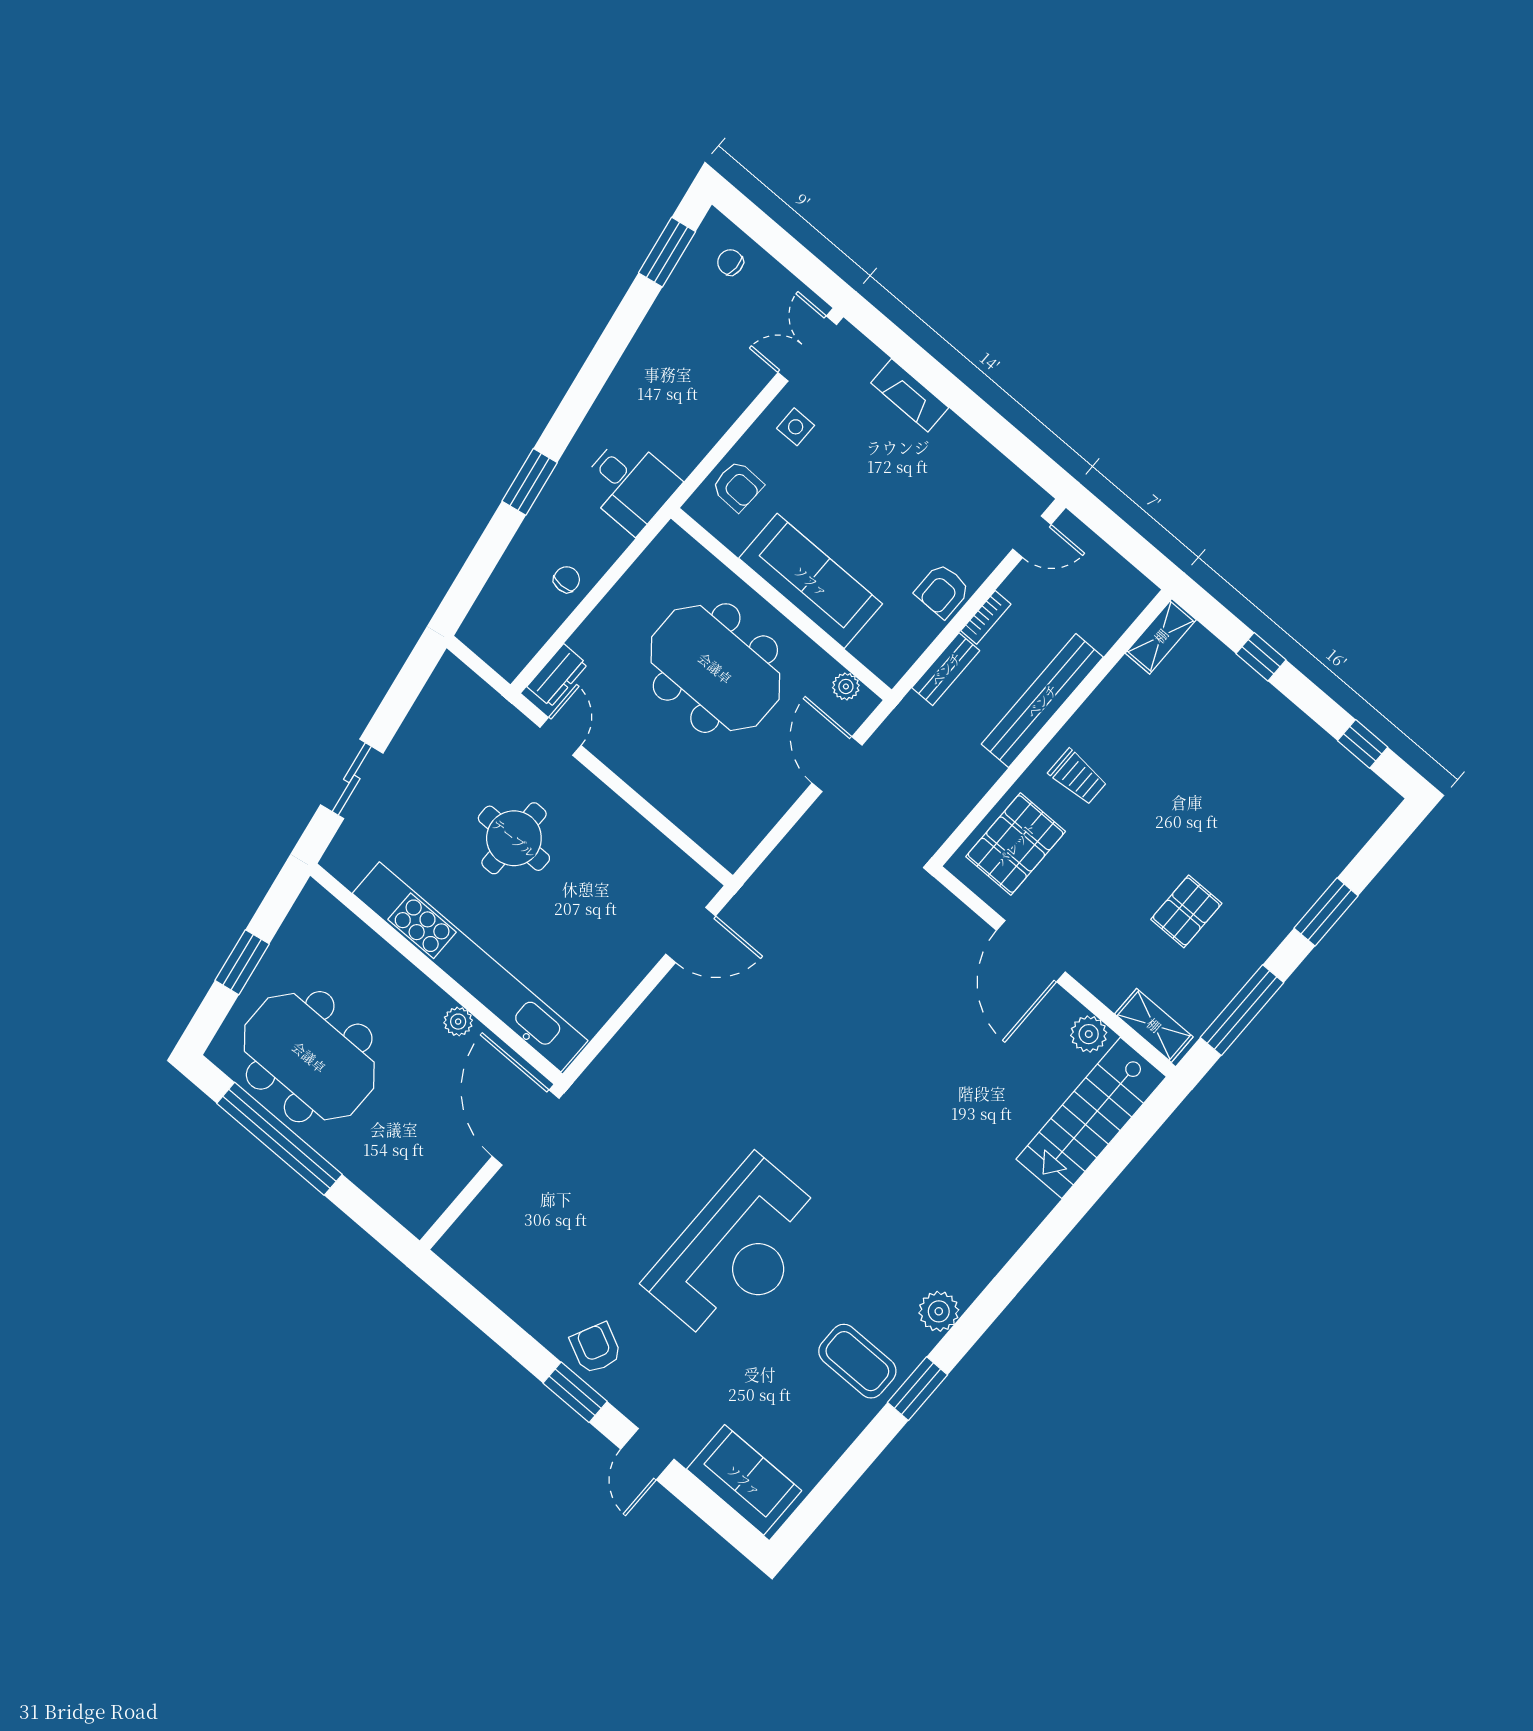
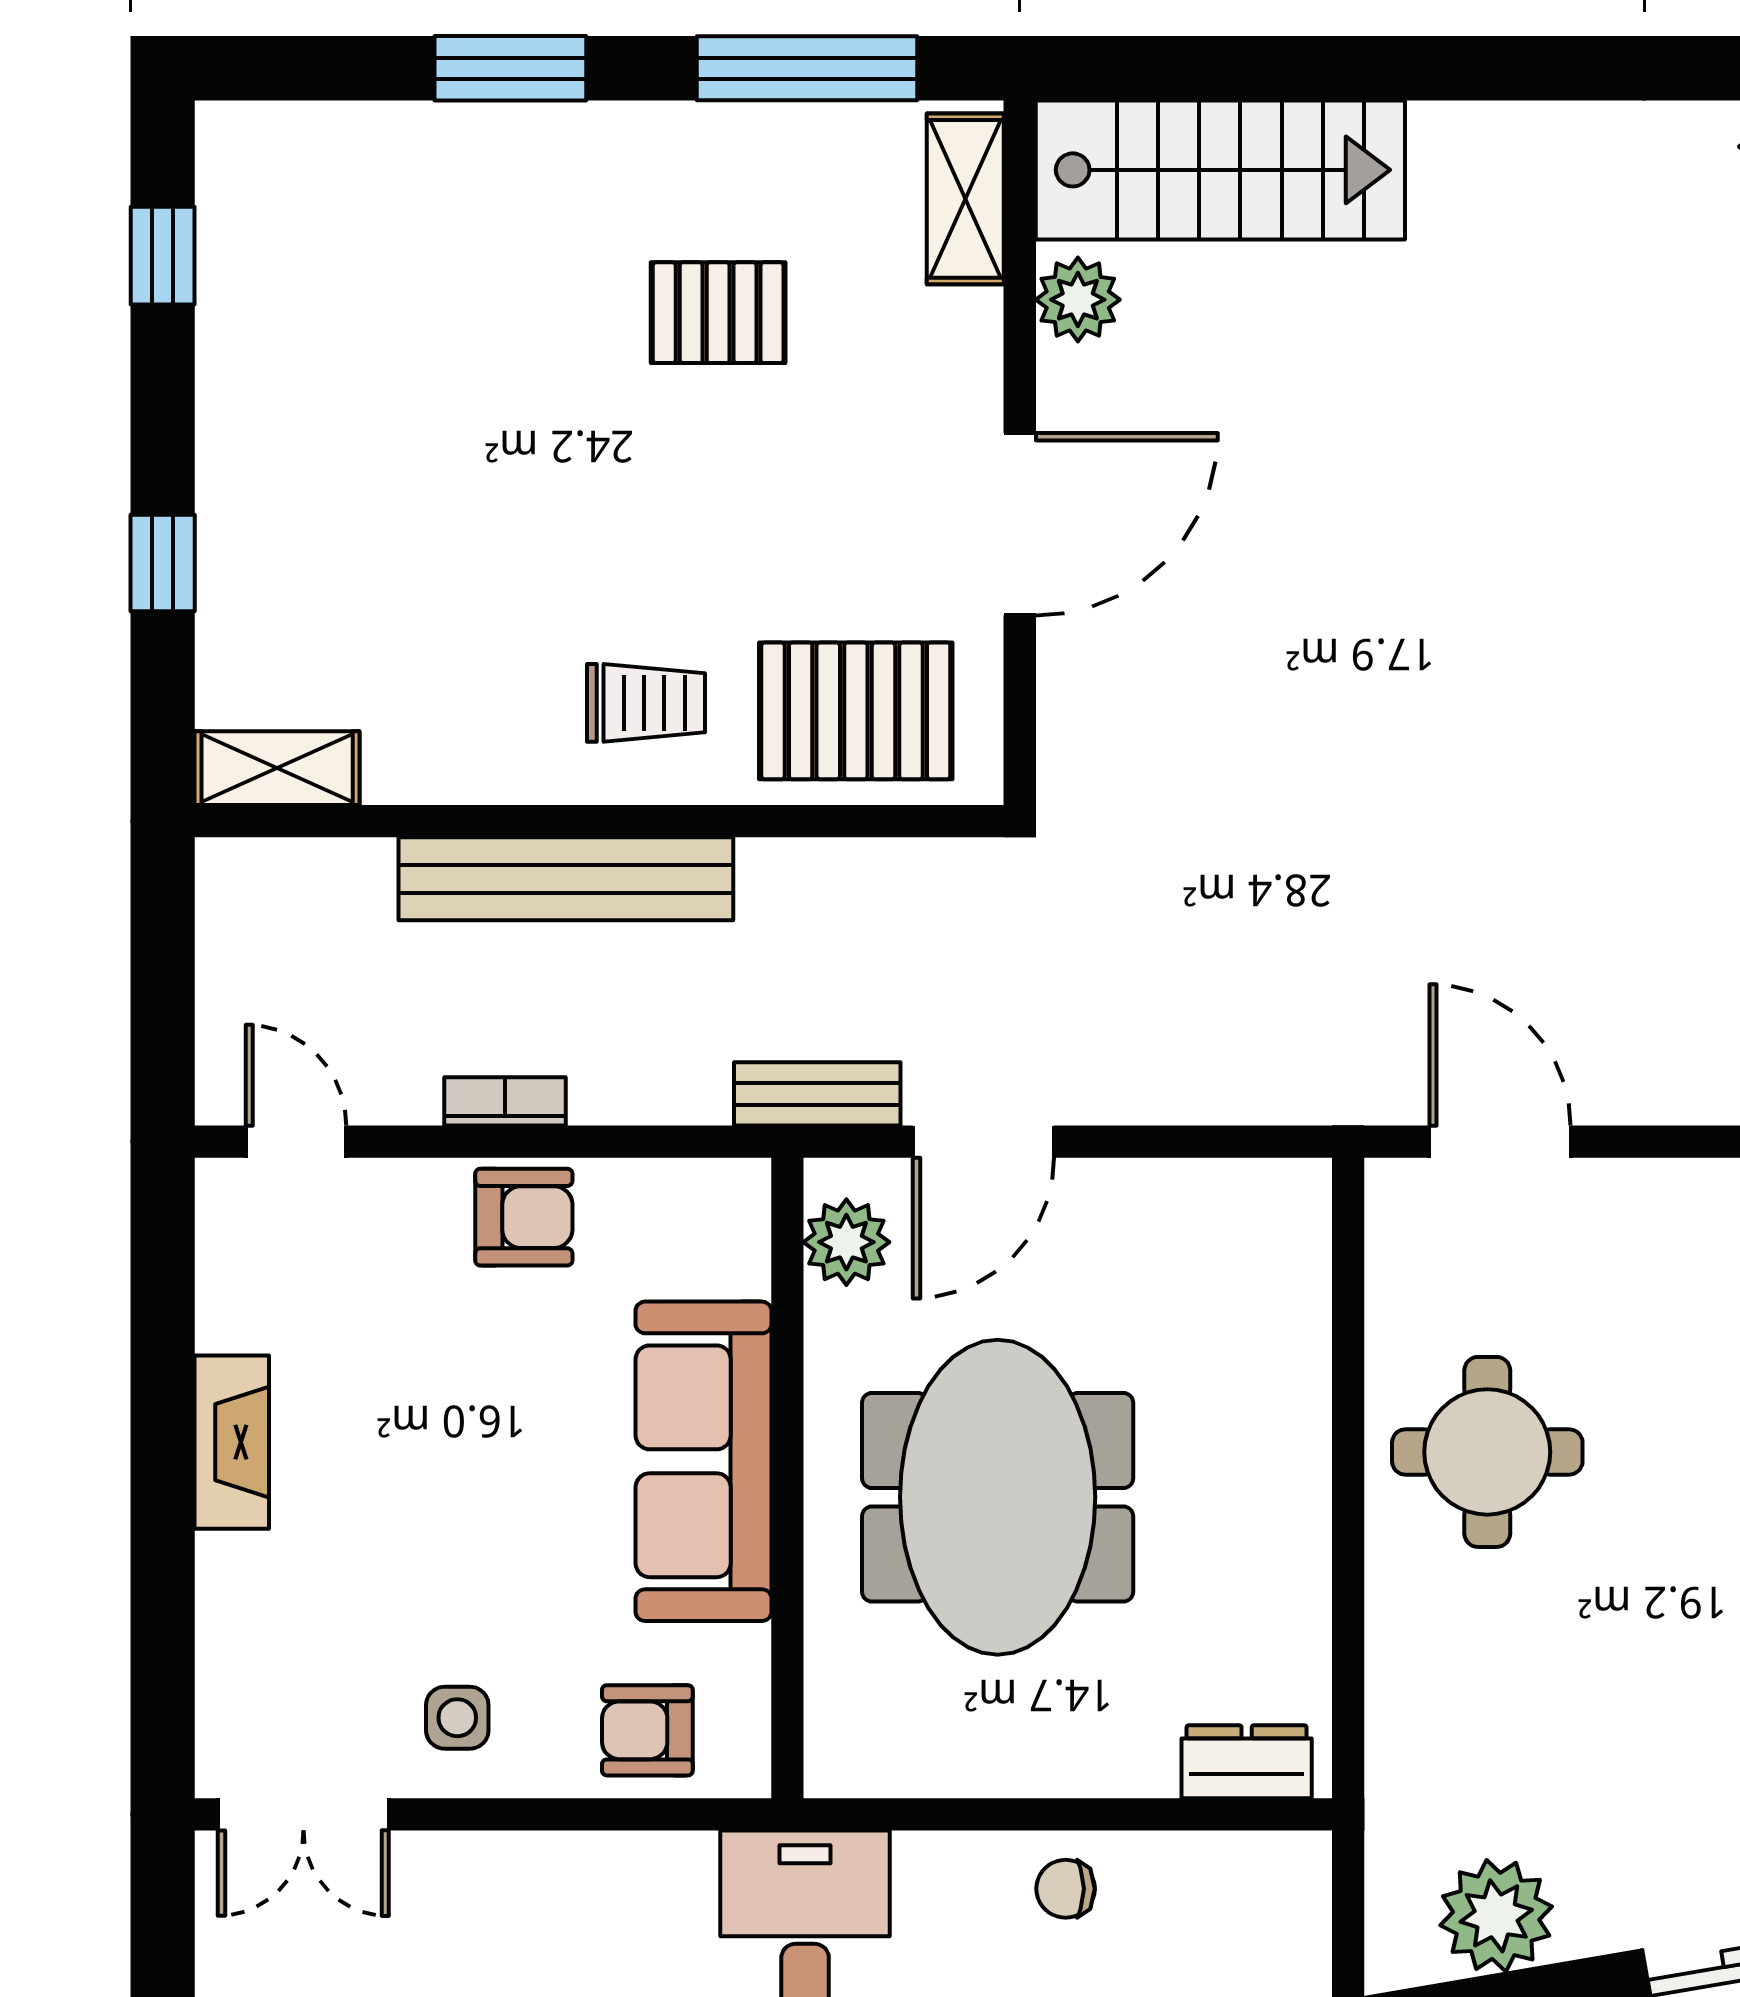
fireplace: (910, 395) -> (232, 1442), moved
armchair: (738, 486) -> (647, 1730), turned -92
bench: (946, 669) -> (817, 1094), moved
plant: (846, 686) -> (846, 1242), width x1.38, depth x1.38
plant: (436, 714) -> (1496, 1916), added
door: (560, 736) -> (1348, 1665), removed
trolley: (1078, 777) -> (646, 703), turned 90
round table: (514, 838) -> (1487, 1452), moved

